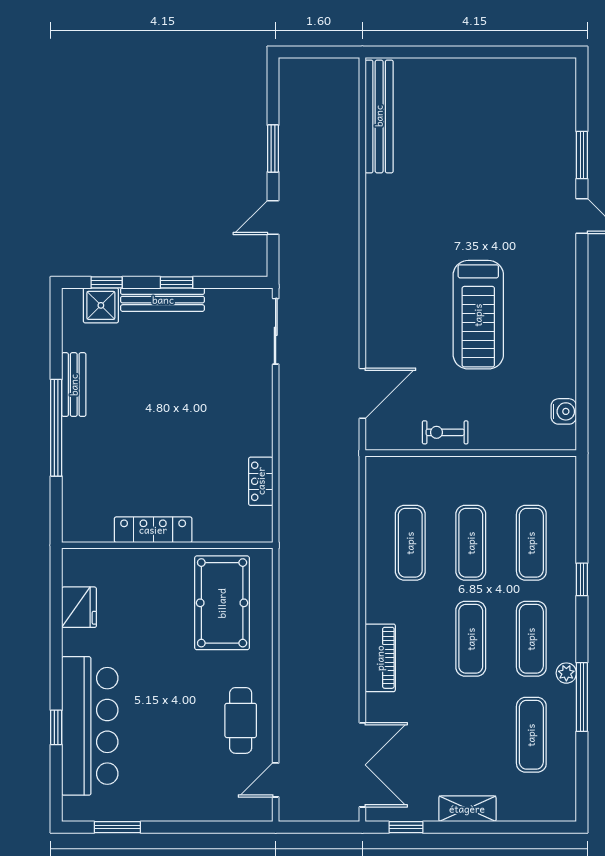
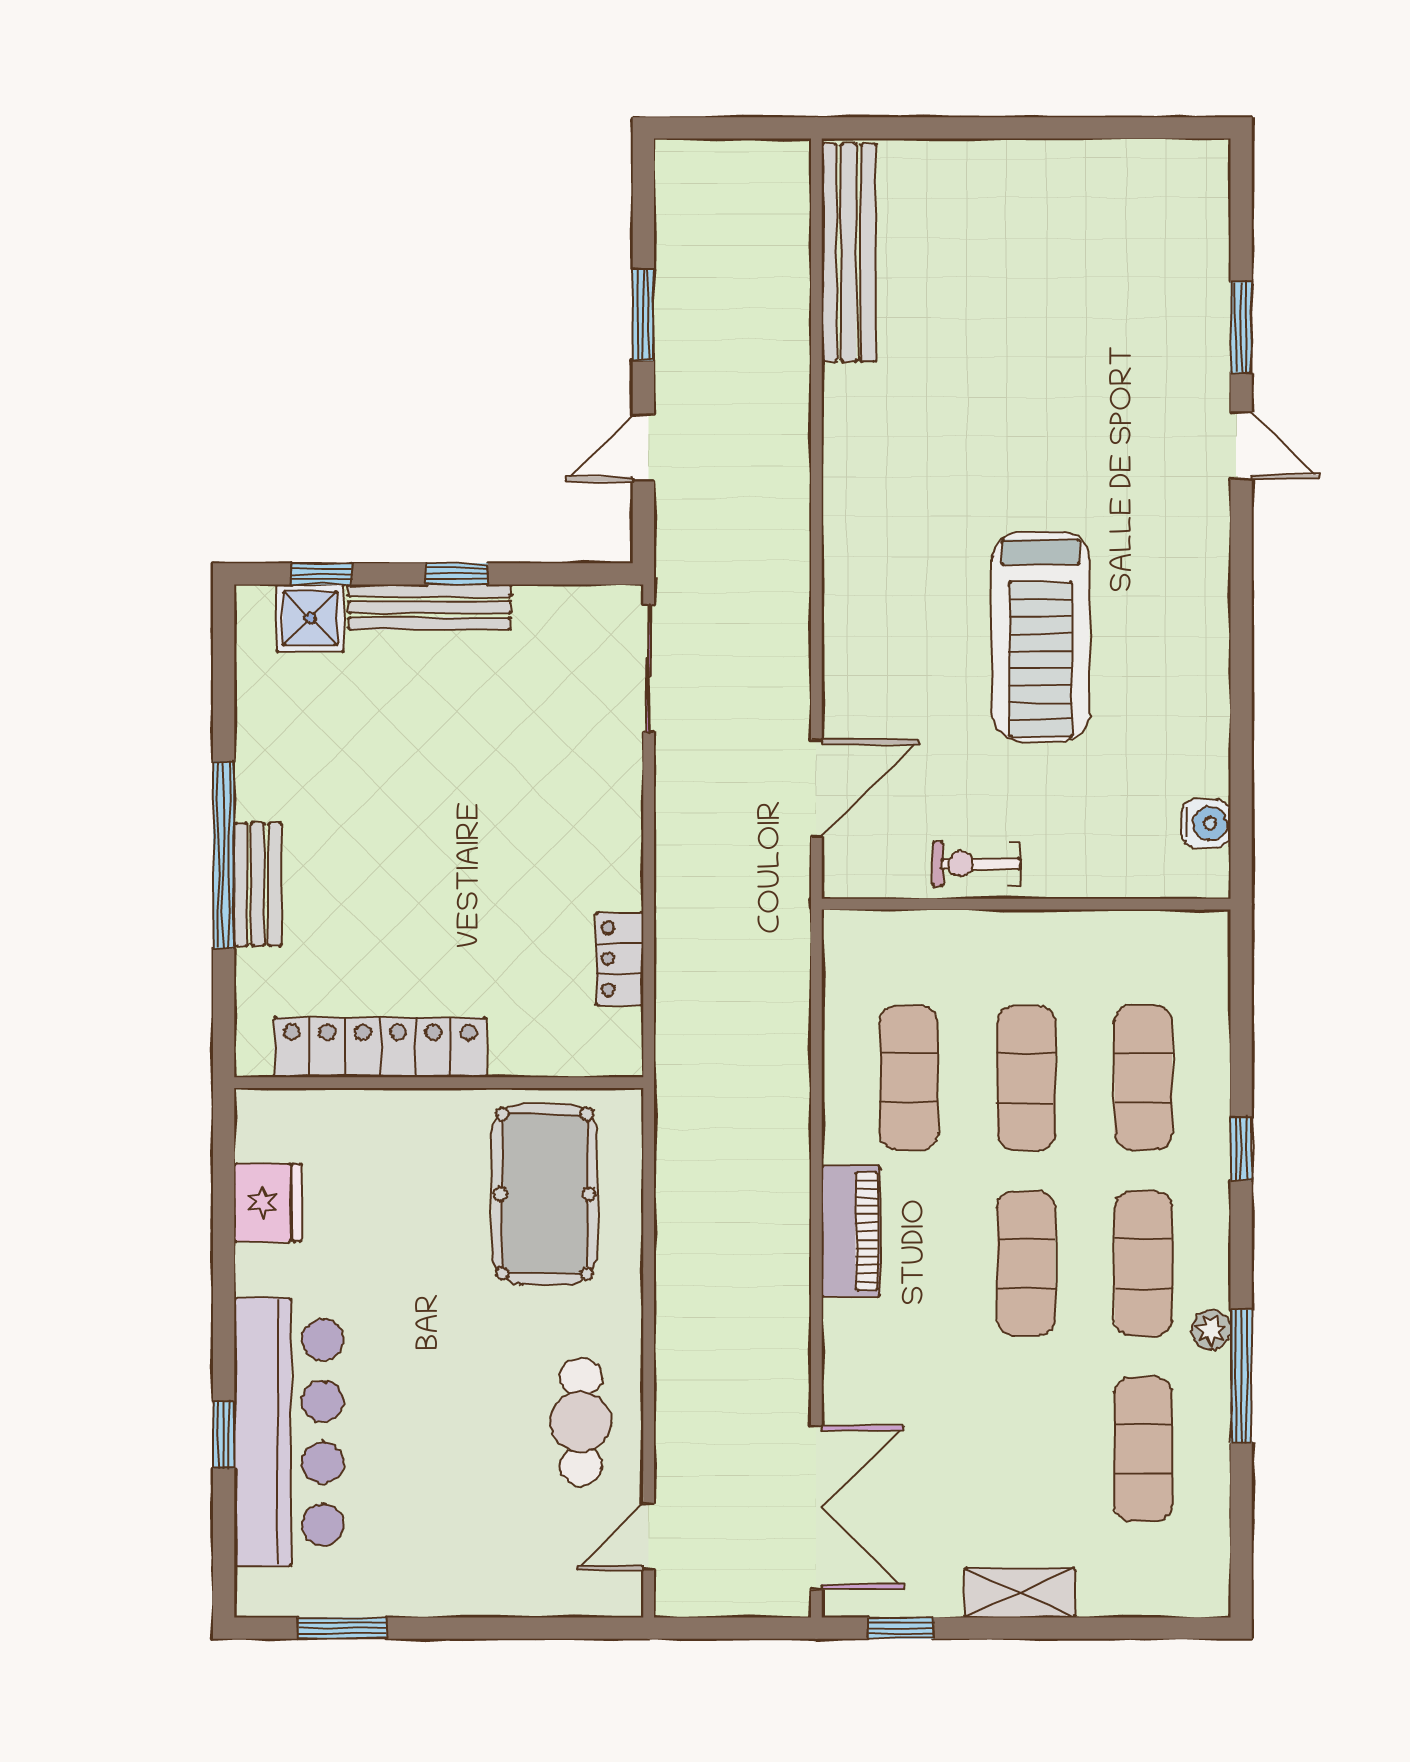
bench: (74, 385) -> (258, 884), moved
locker: (153, 530) -> (380, 1047), width x1.41, depth x1.21
piano: (380, 658) -> (851, 1231), moved

